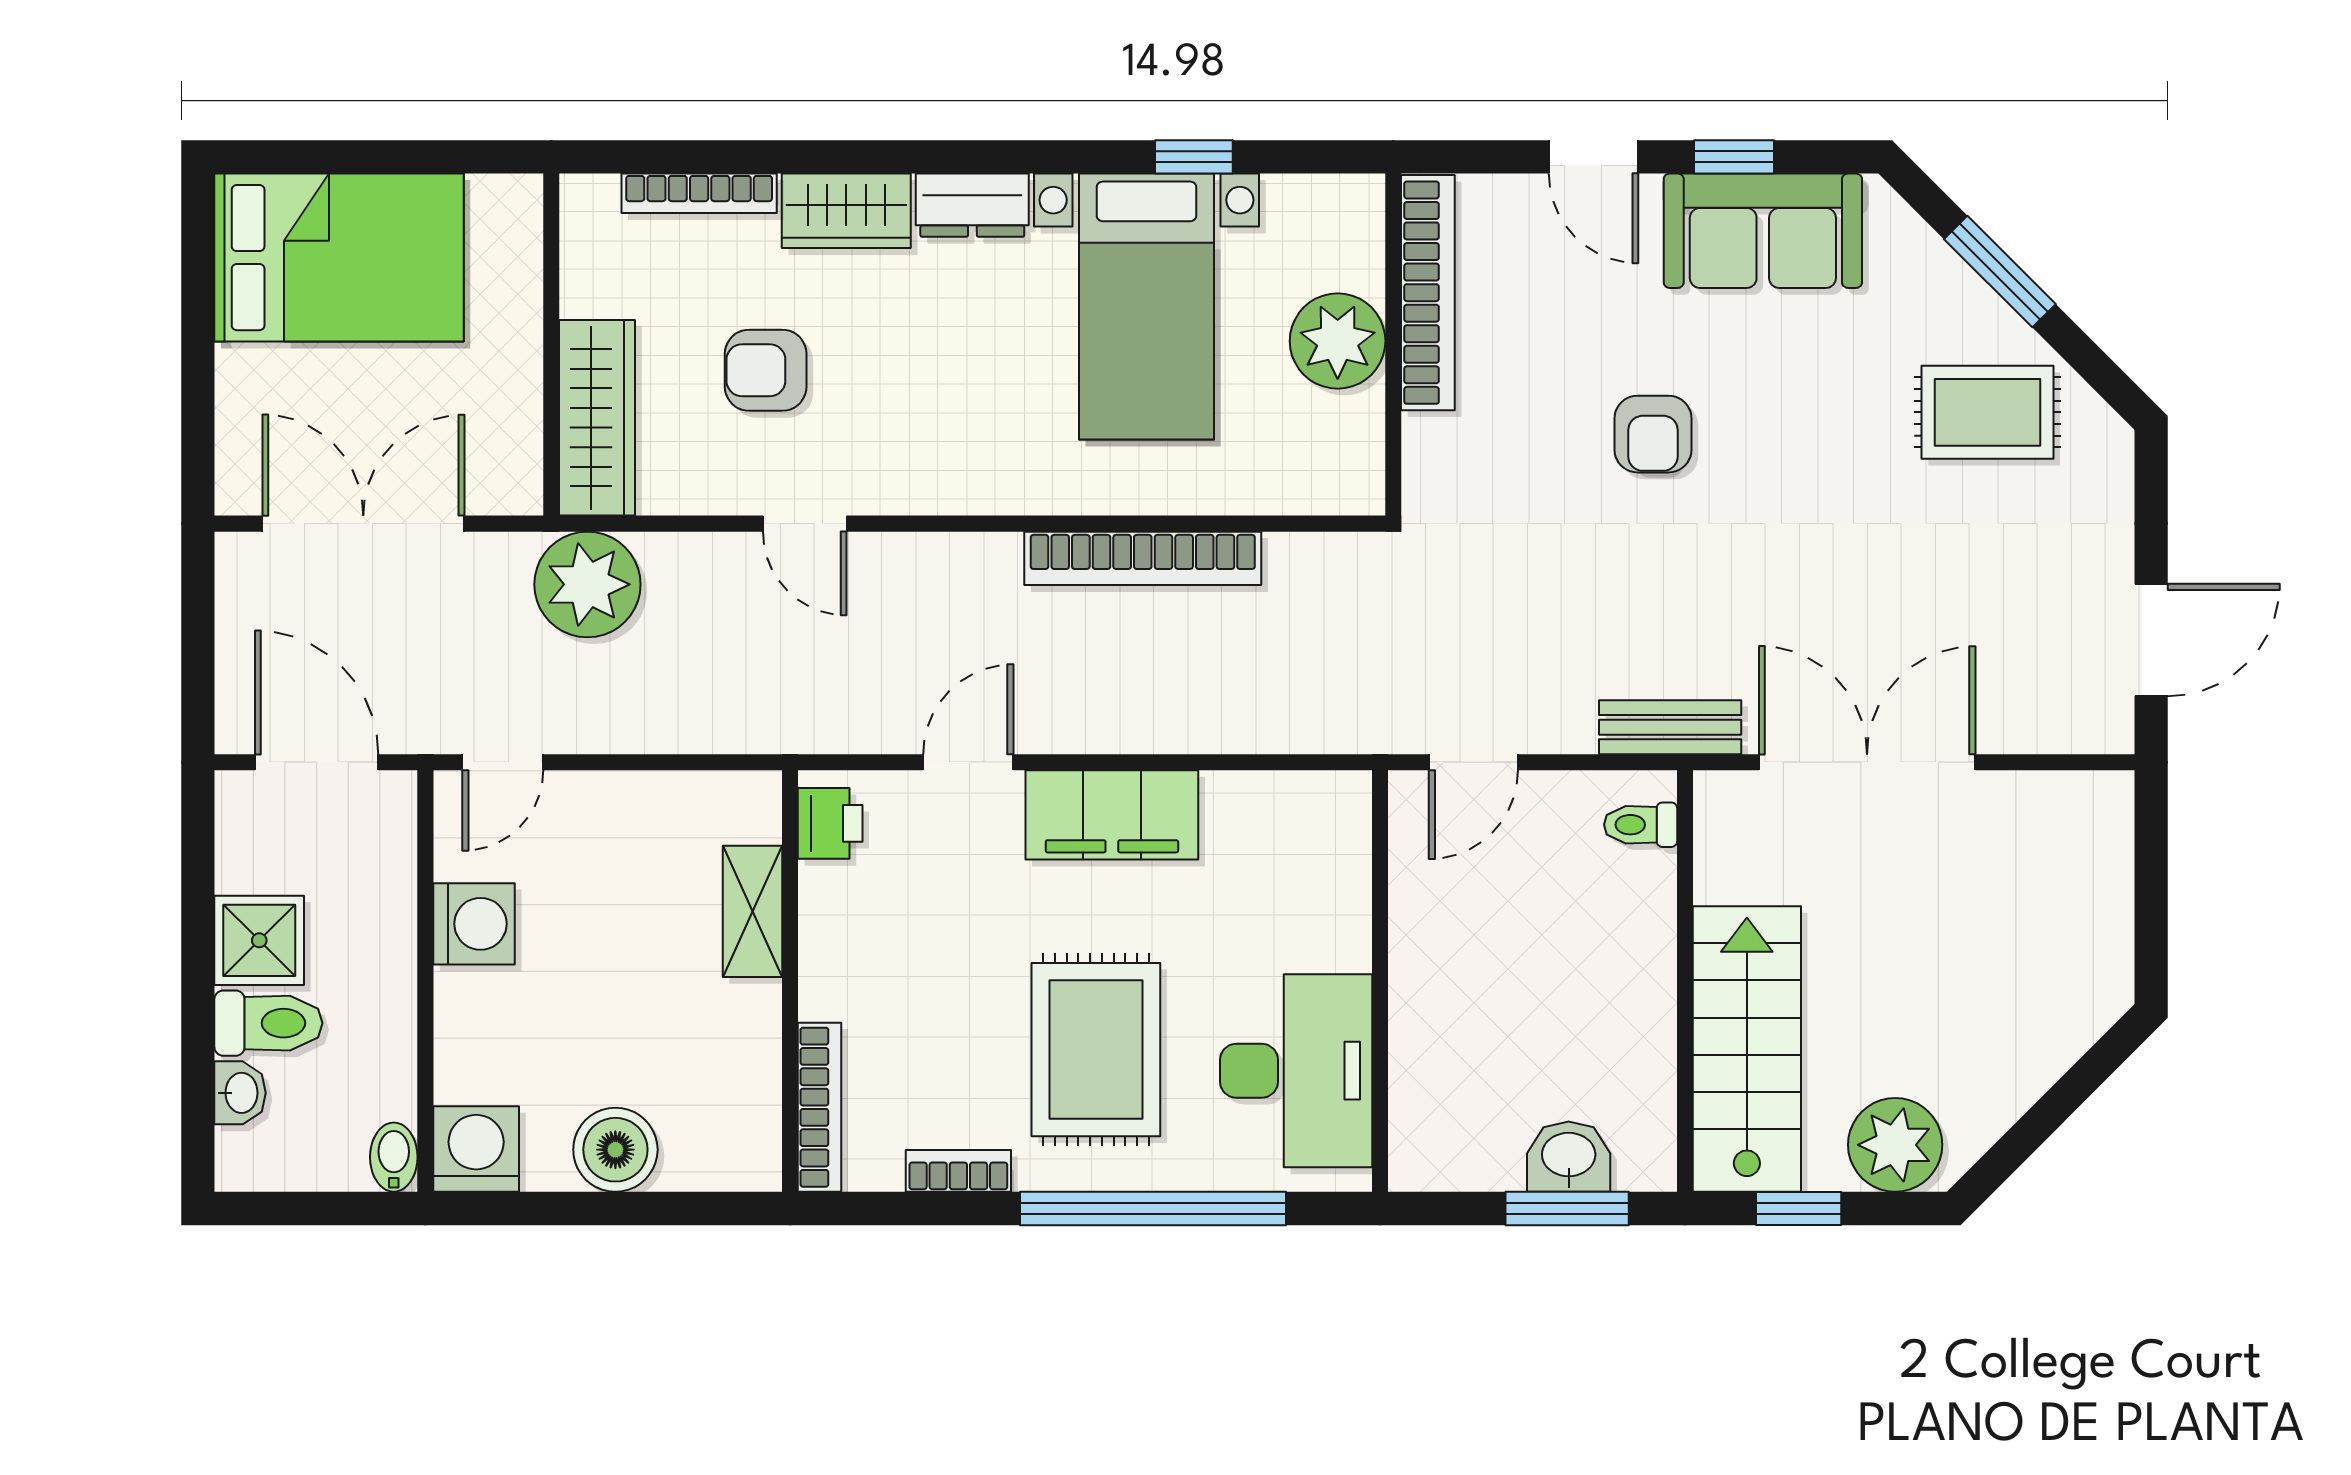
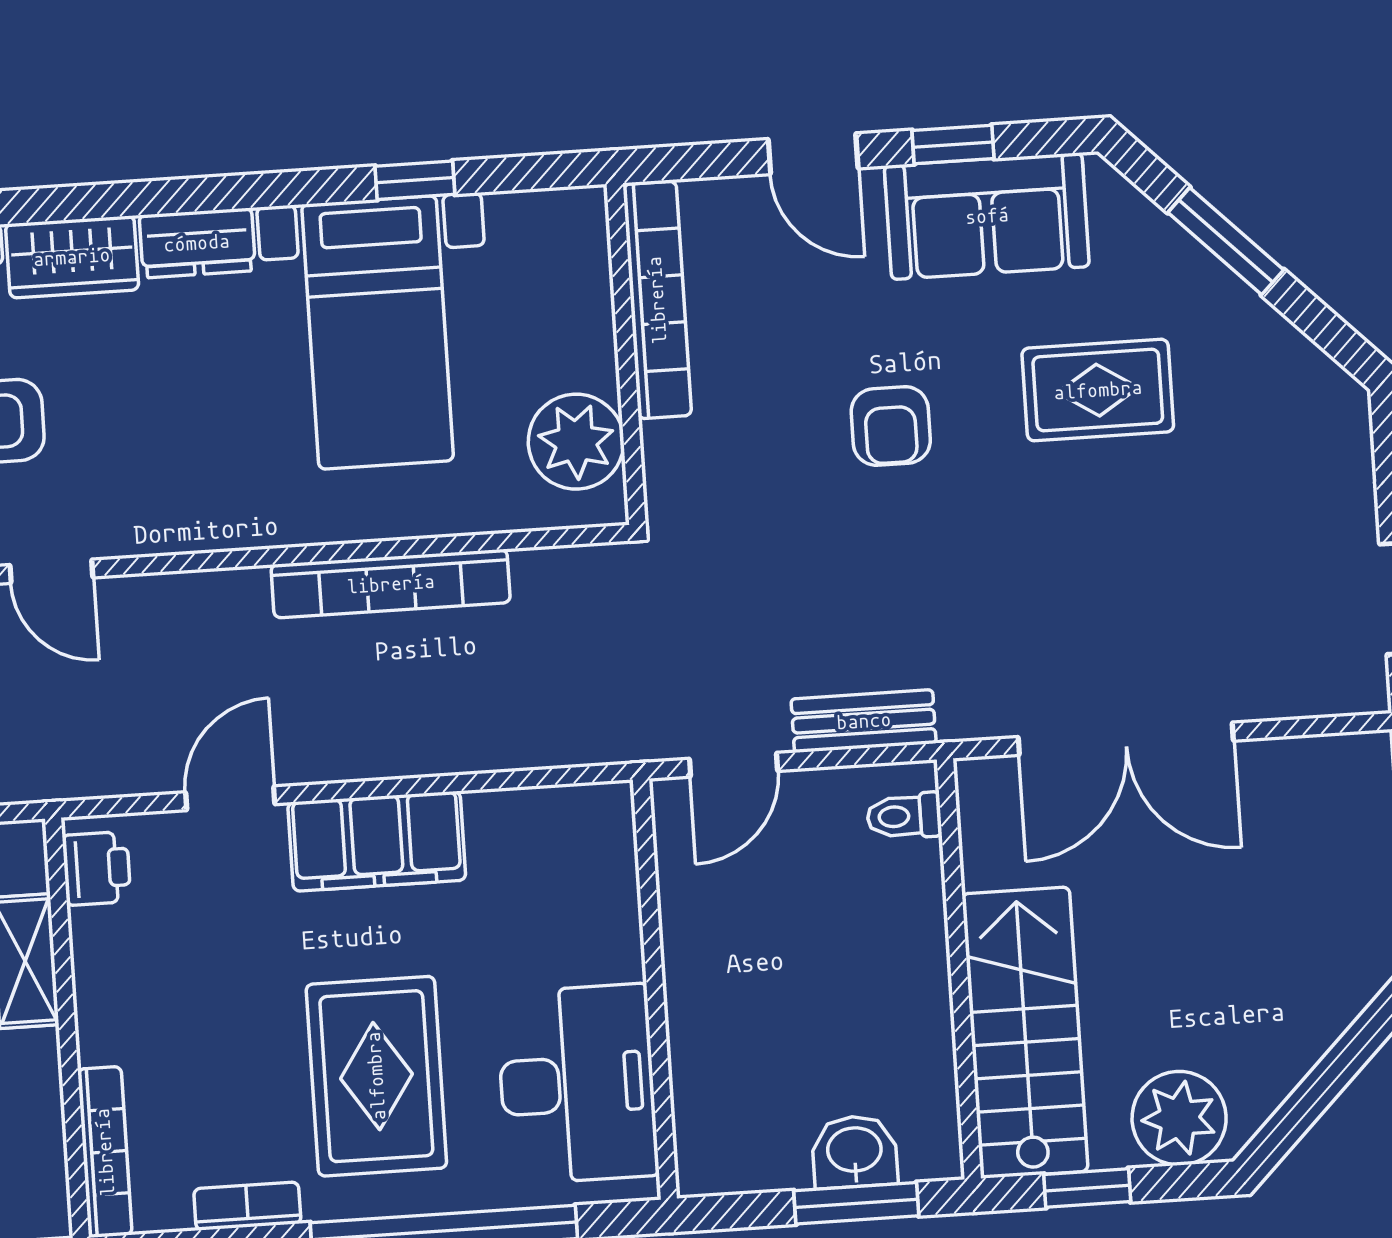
plant: (1338, 341) -> (576, 442), moved
rug: (1987, 412) -> (1098, 390), moved
bench: (1670, 727) -> (864, 721), moved
double door: (1867, 762) -> (1126, 739), swing flipped

